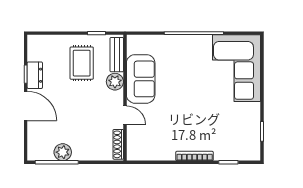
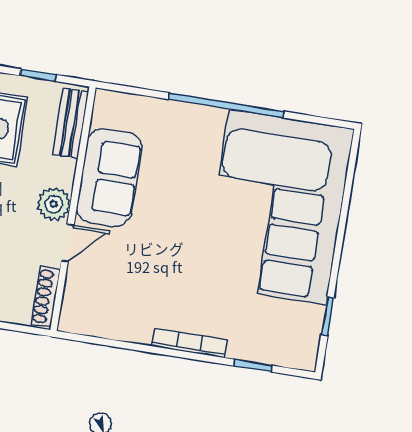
corner sofa: (237, 68) -> (278, 207), width x1.36, depth x1.36
plant: (115, 82) -> (54, 204), moved
door: (125, 115) -> (68, 243), hinge flipped

